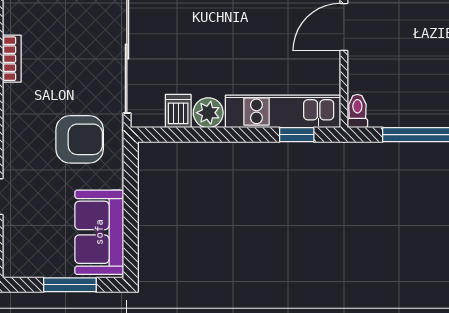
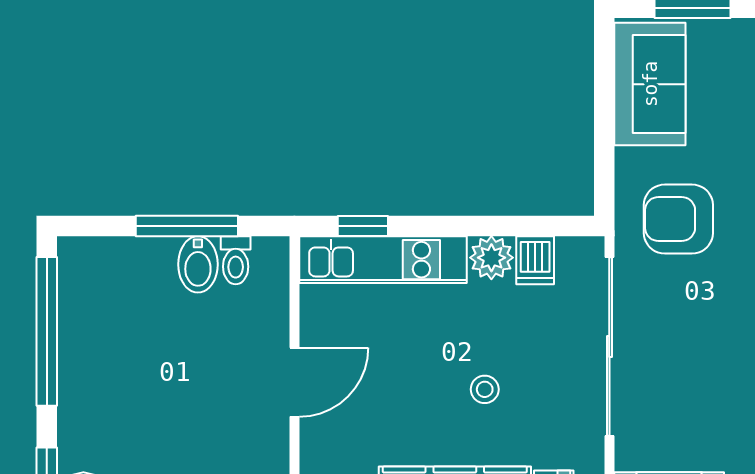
stool: (213, 22) -> (485, 389), added
bidet: (410, 108) -> (198, 264), added
toilet: (357, 111) -> (236, 260), moved

